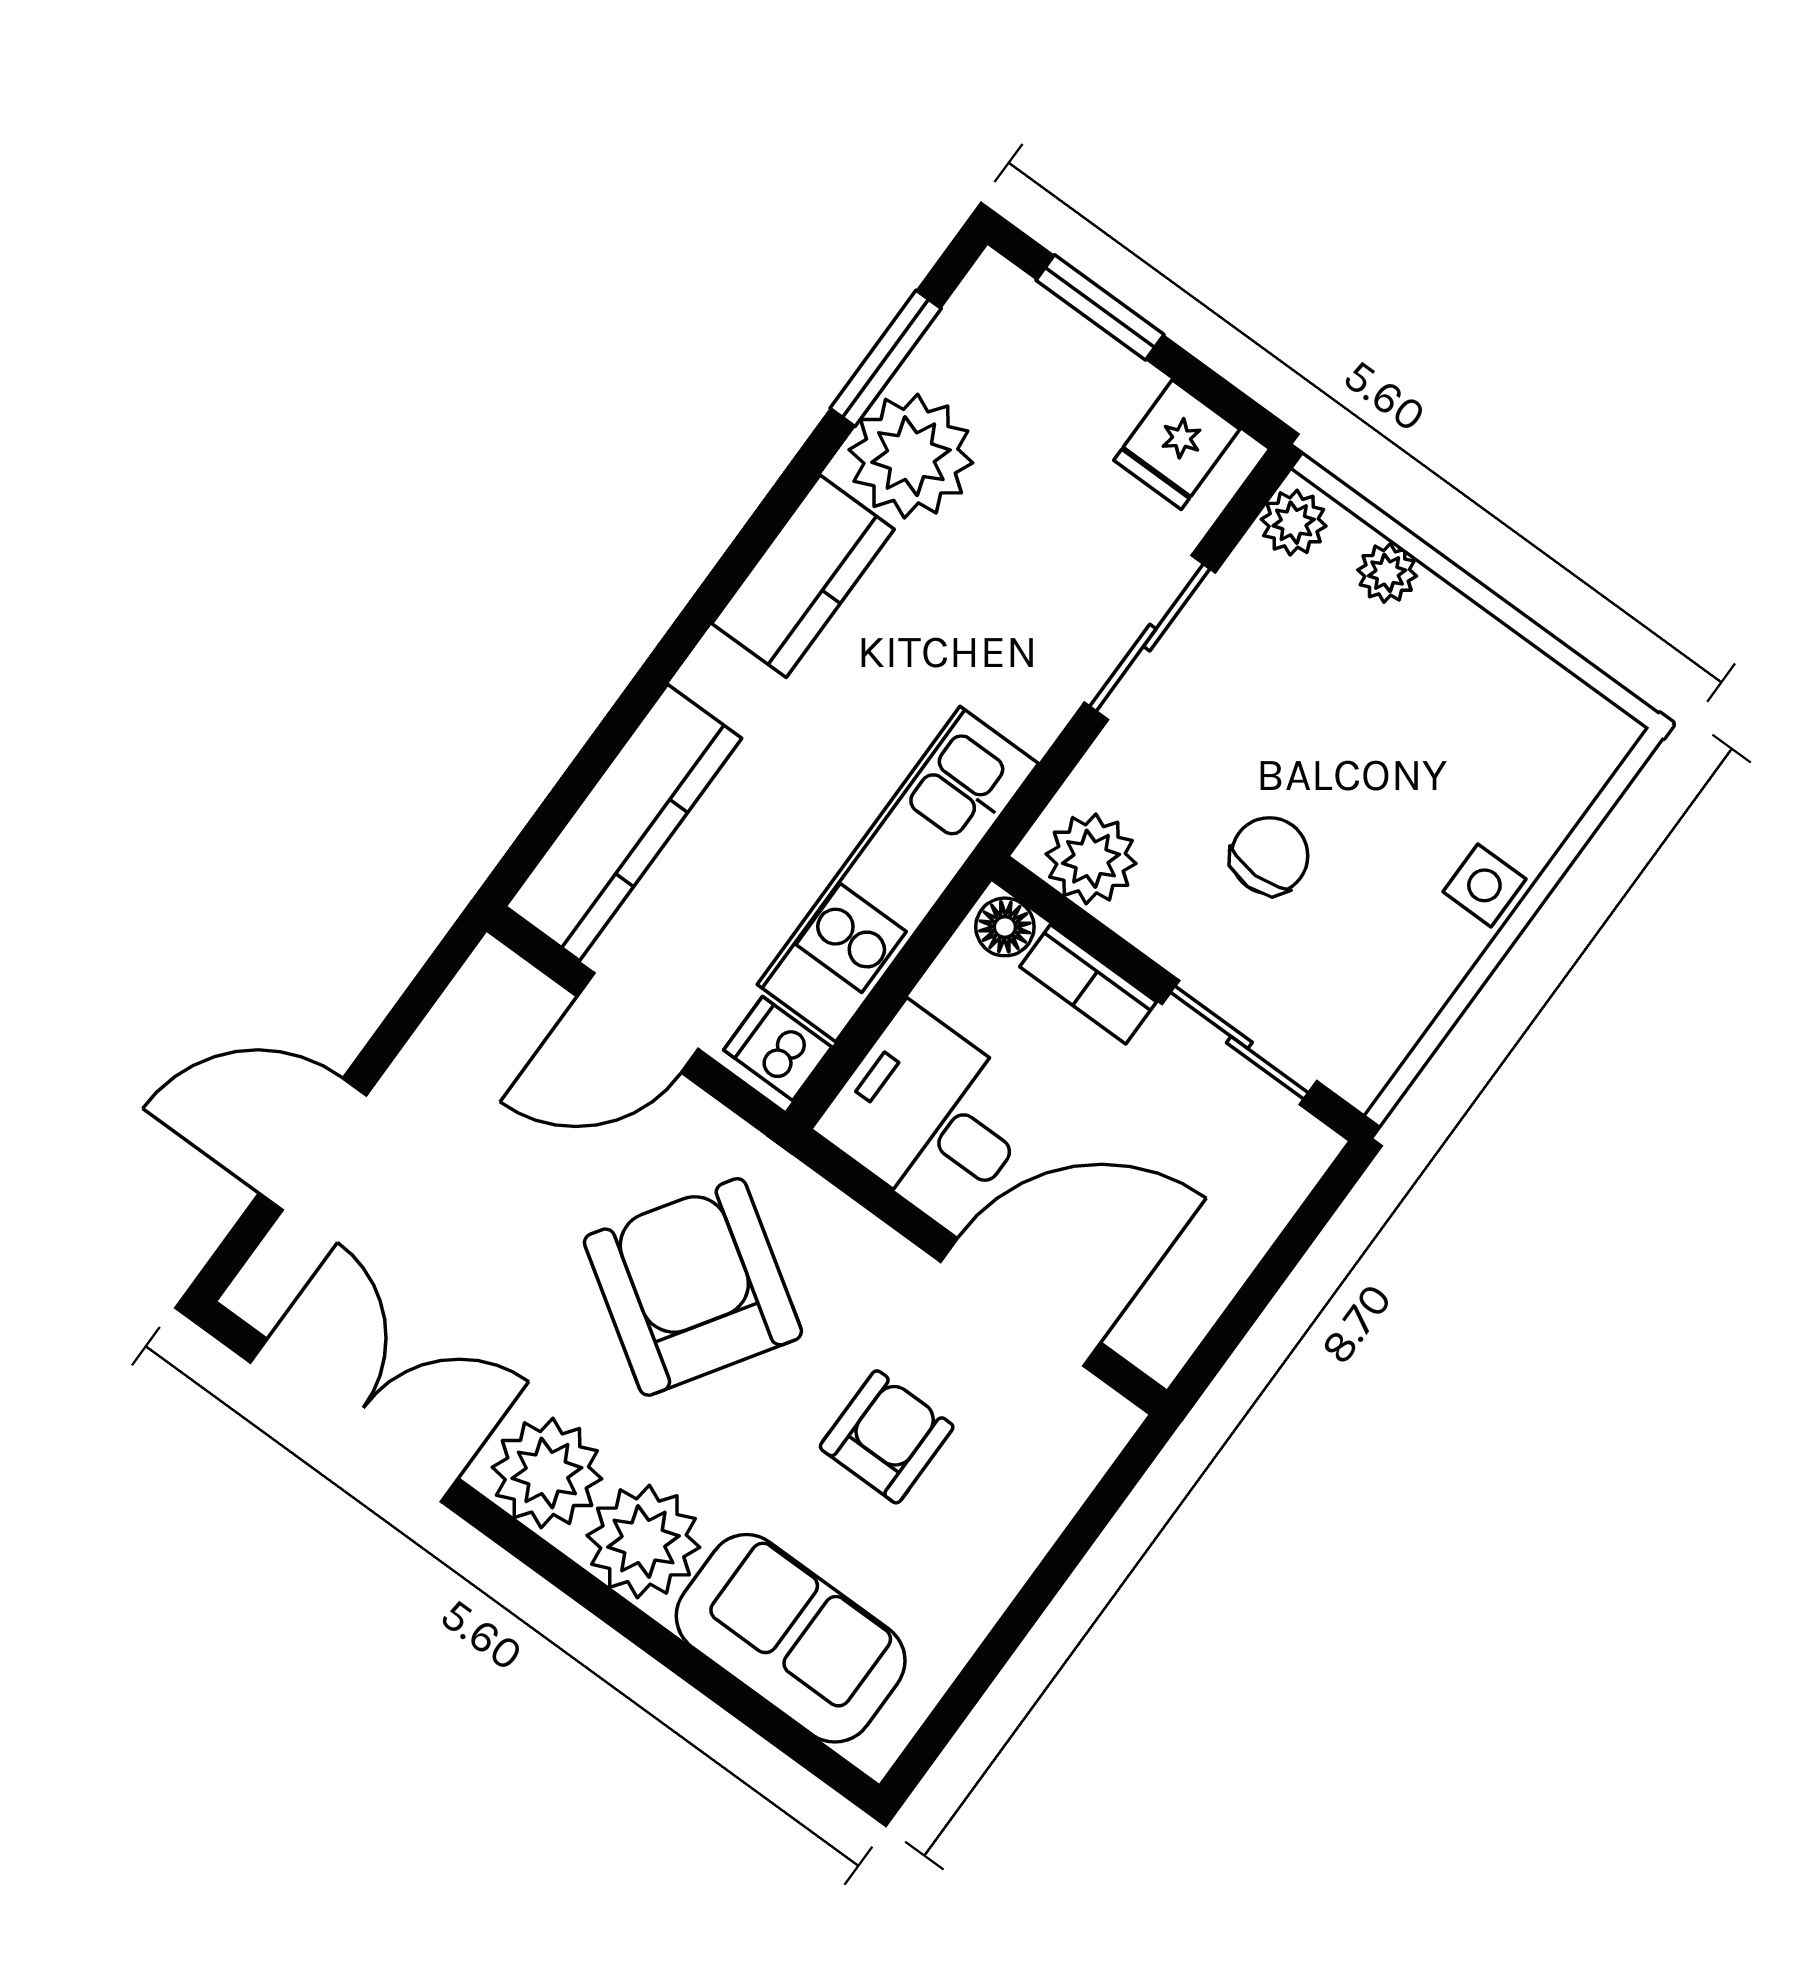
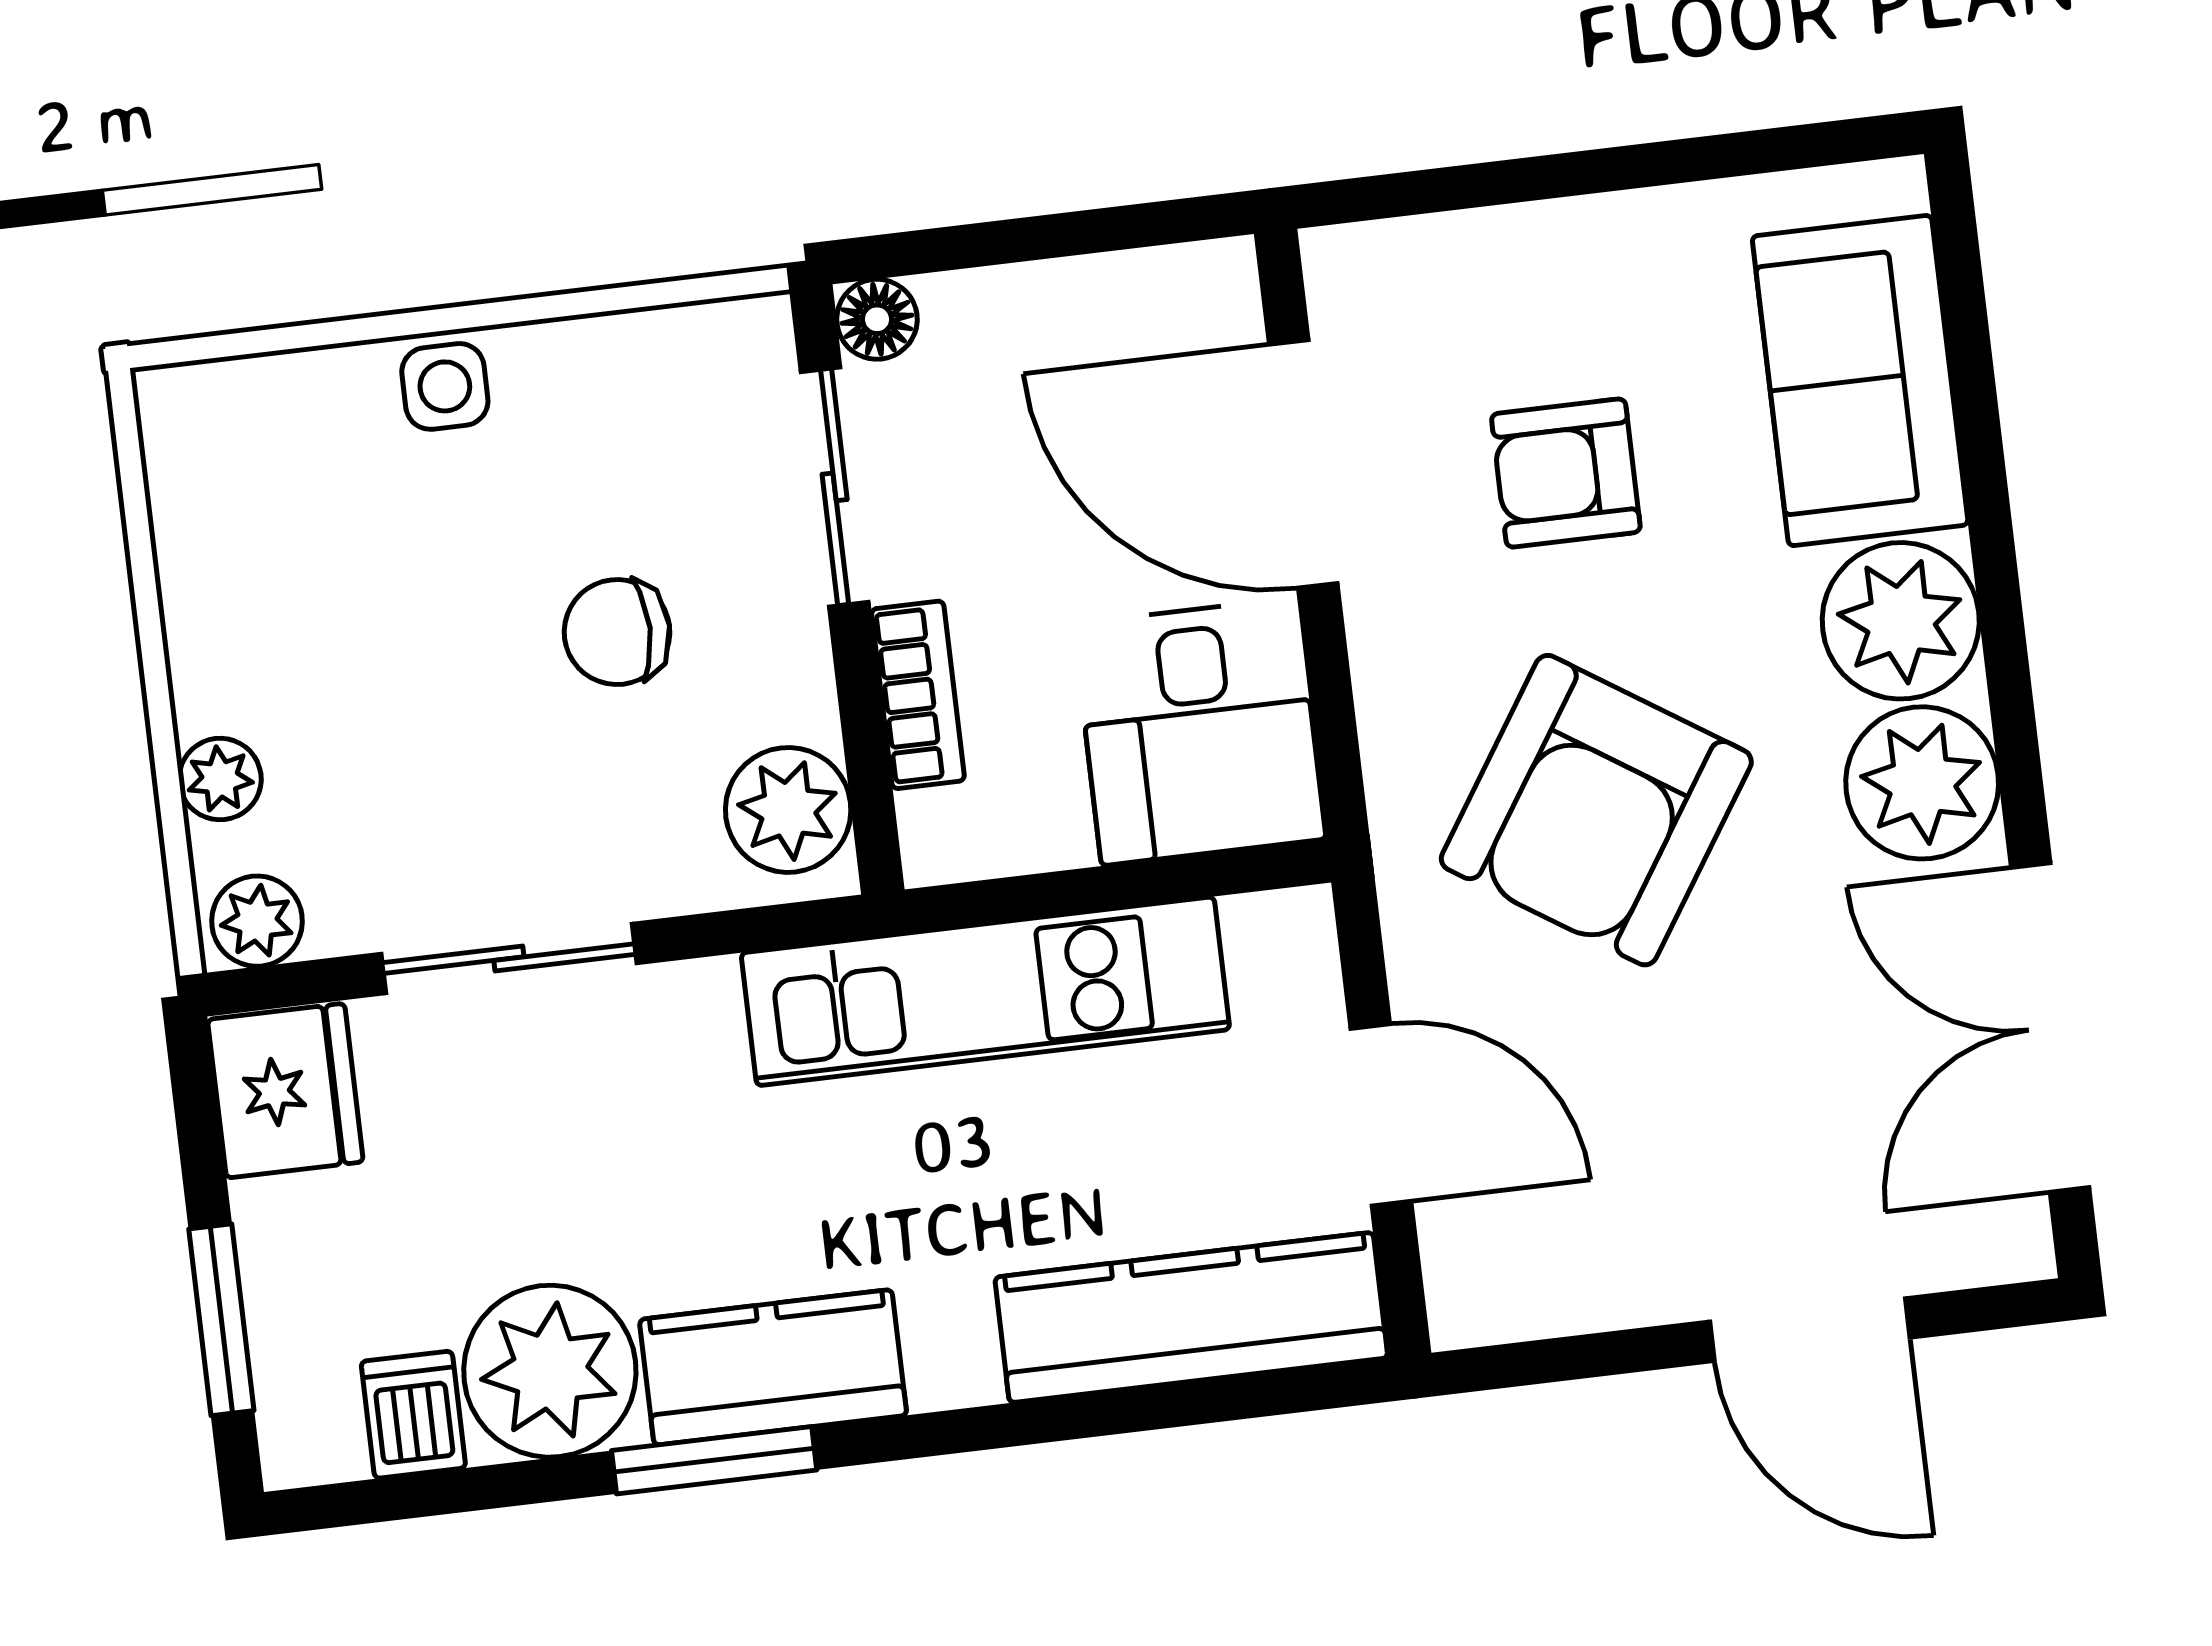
window: (886, 358) -> (714, 1460), moved
fridge: (1177, 445) -> (285, 1091), width x1.38
floor lamp: (1005, 927) -> (877, 319), moved
dishwasher: (778, 1049) -> (413, 1415), moved, turned 180

